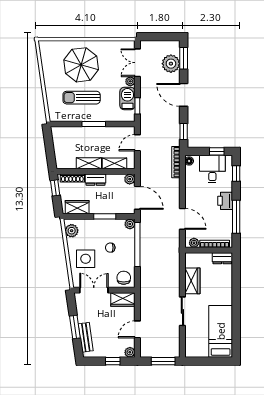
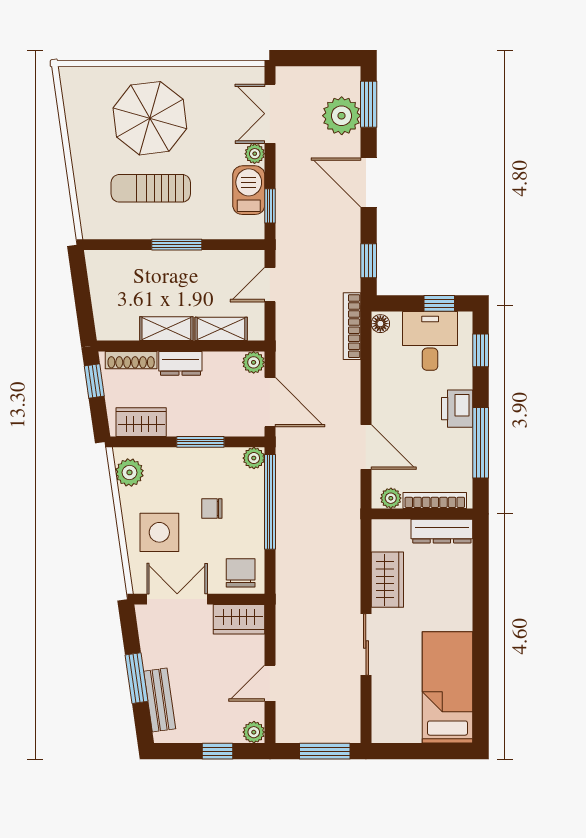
dresser: (222, 258) -> (442, 531), width x1.44

